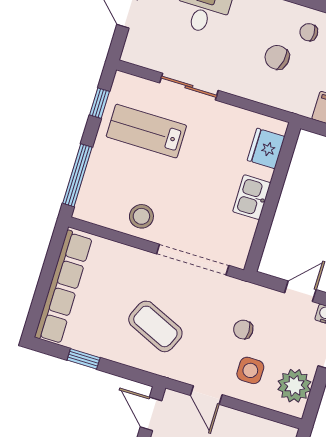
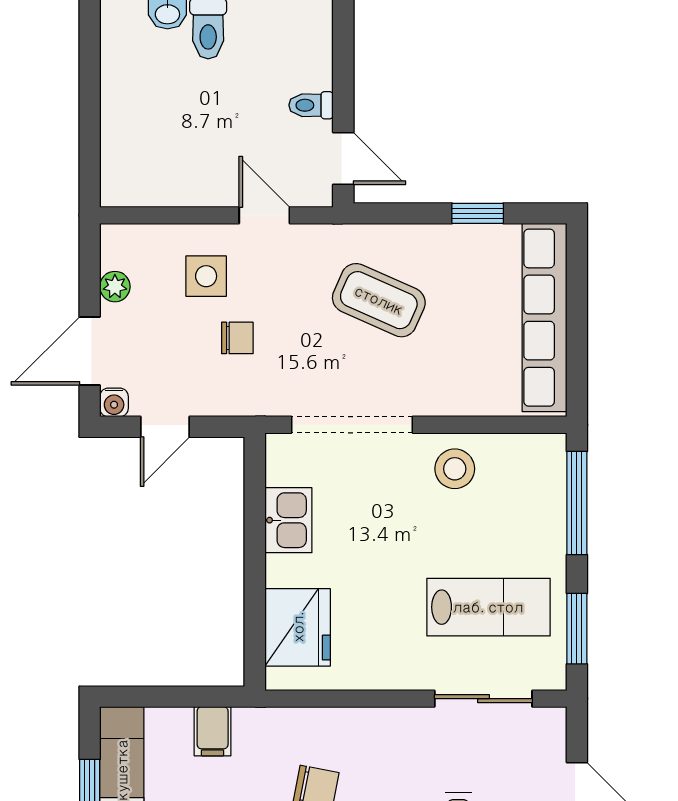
sliding door: (189, 87) -> (483, 699), moved
window: (99, 103) -> (577, 629), width x1.50
fridge: (266, 148) -> (298, 627), width x1.36, depth x1.34
kitchen sink: (252, 197) -> (288, 520), moved
plant: (294, 386) -> (115, 287), width x0.53, depth x0.53

